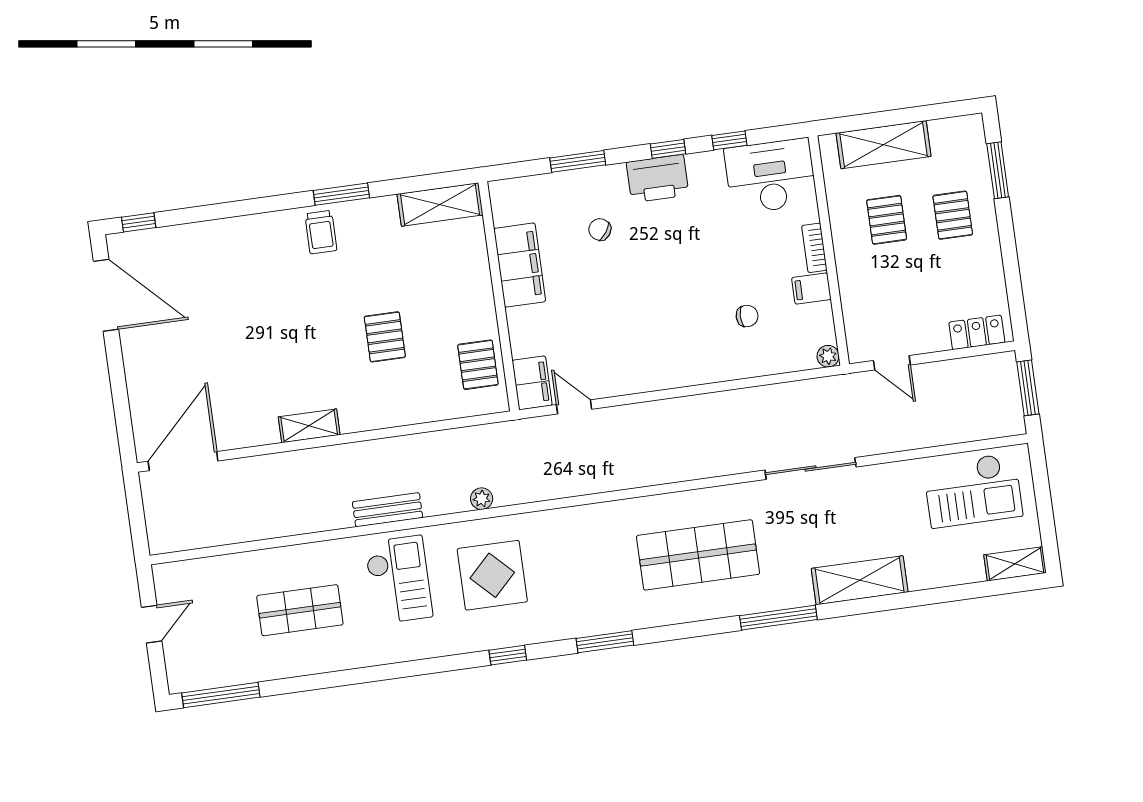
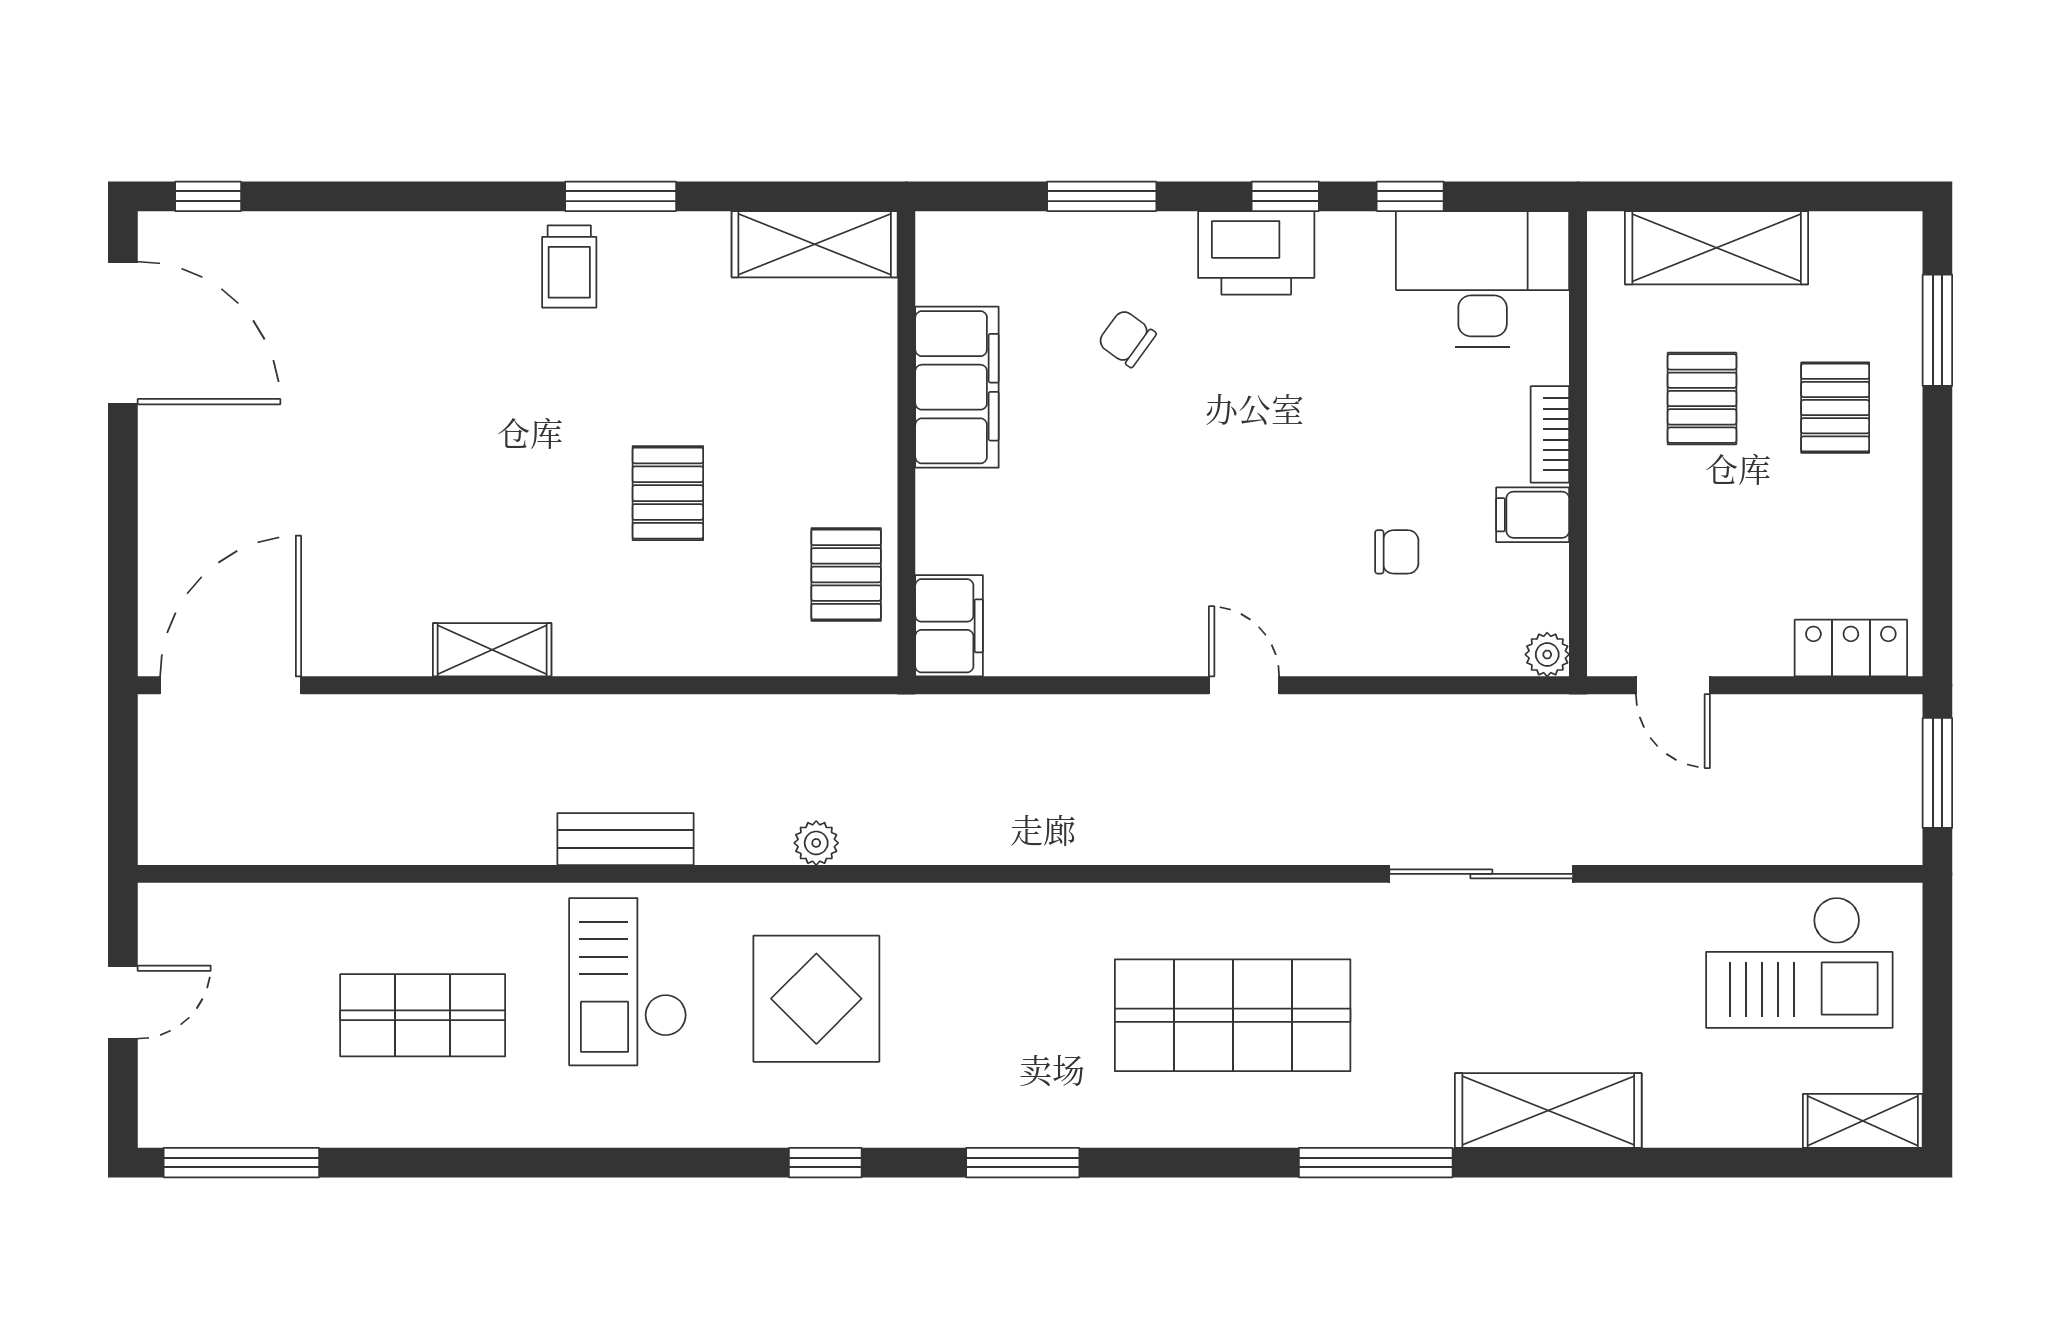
door: (574, 407) -> (1244, 685), moved
checkout: (399, 580) -> (628, 982), turned 180

